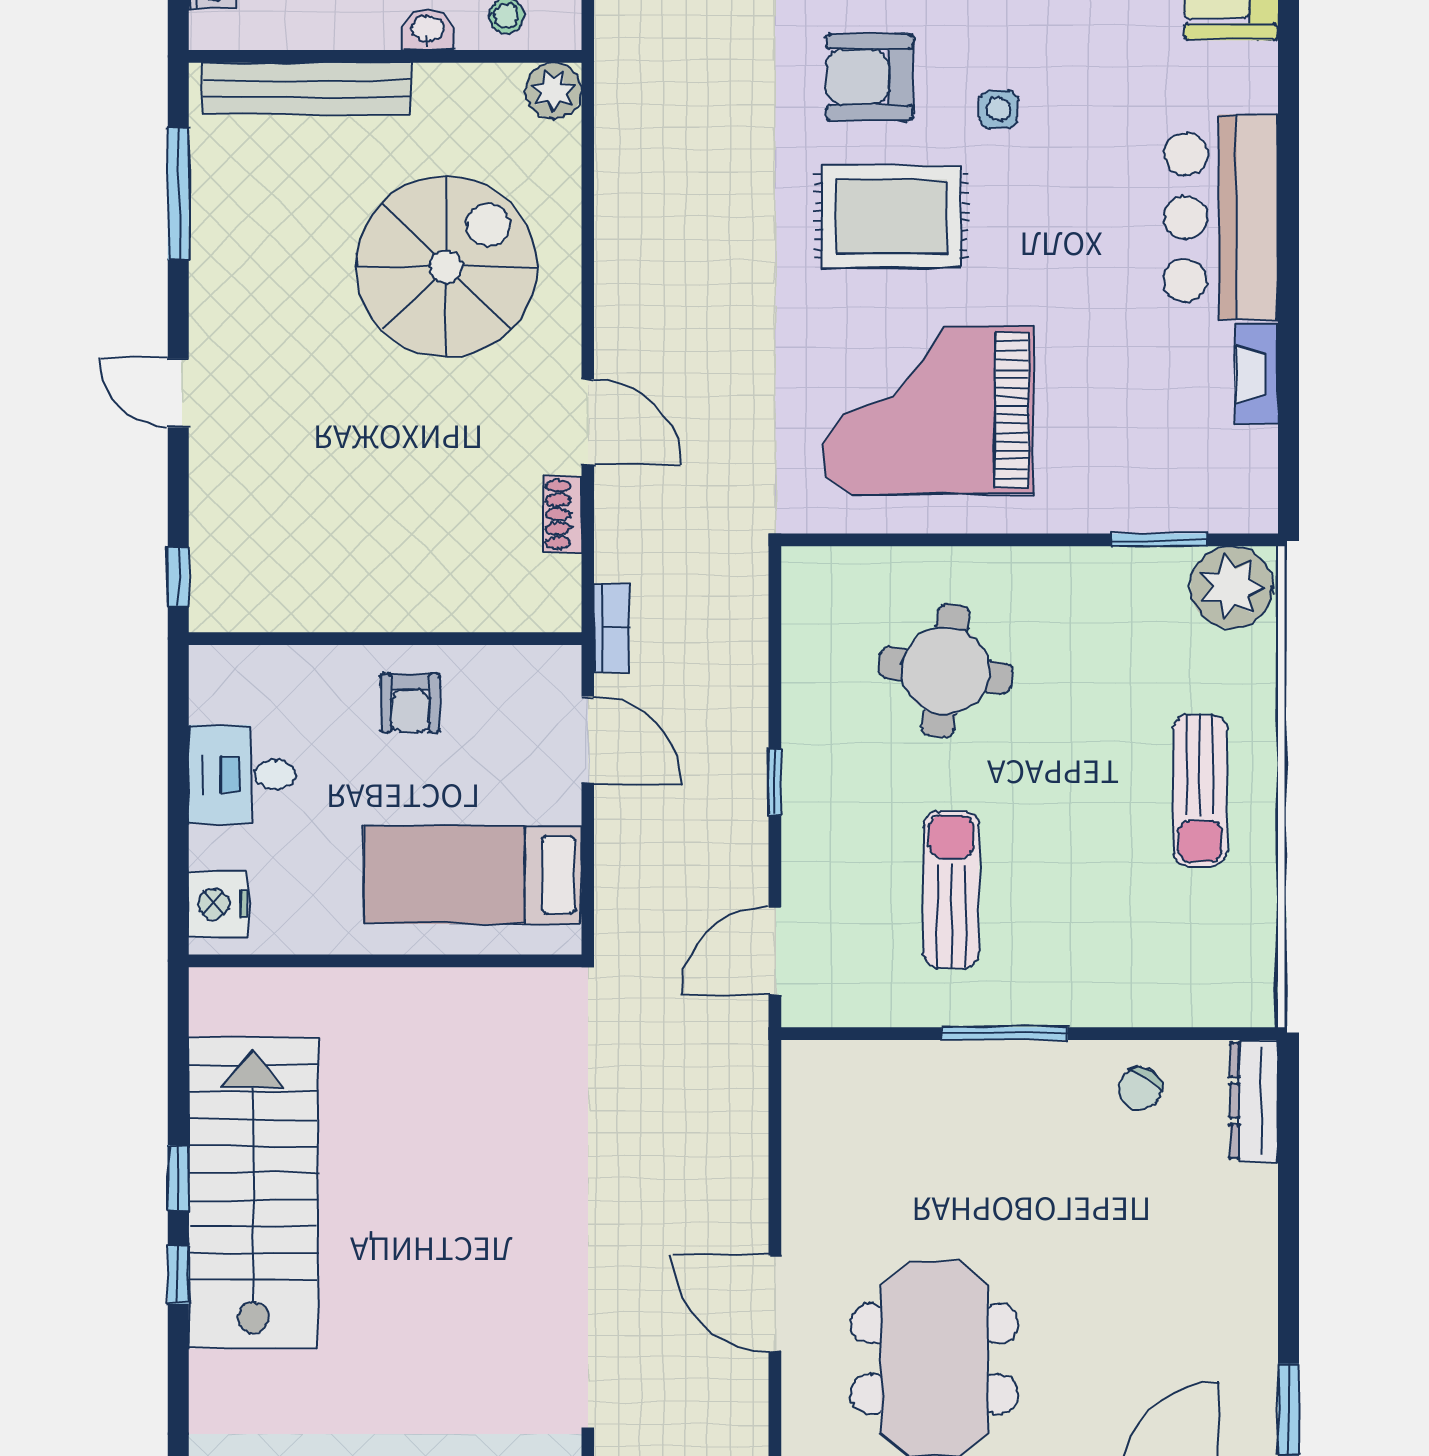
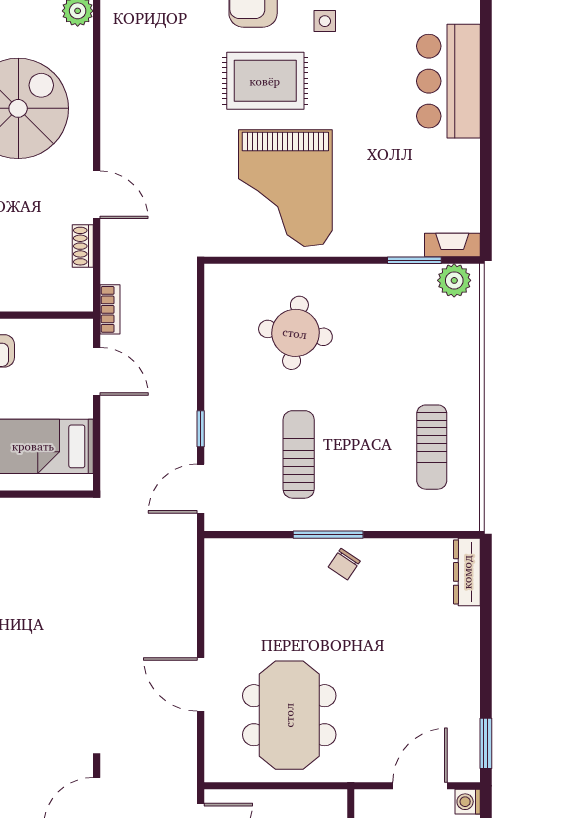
fireplace: (1257, 374) -> (452, 245), moved, turned 90
grand piano: (928, 410) -> (285, 188), turned -90
plant: (1232, 587) -> (454, 280), width x0.73, depth x0.73
window: (775, 782) -> (201, 429), moved
sun lounger: (1200, 790) -> (432, 447), moved
chair: (1140, 1089) -> (344, 564), moved

